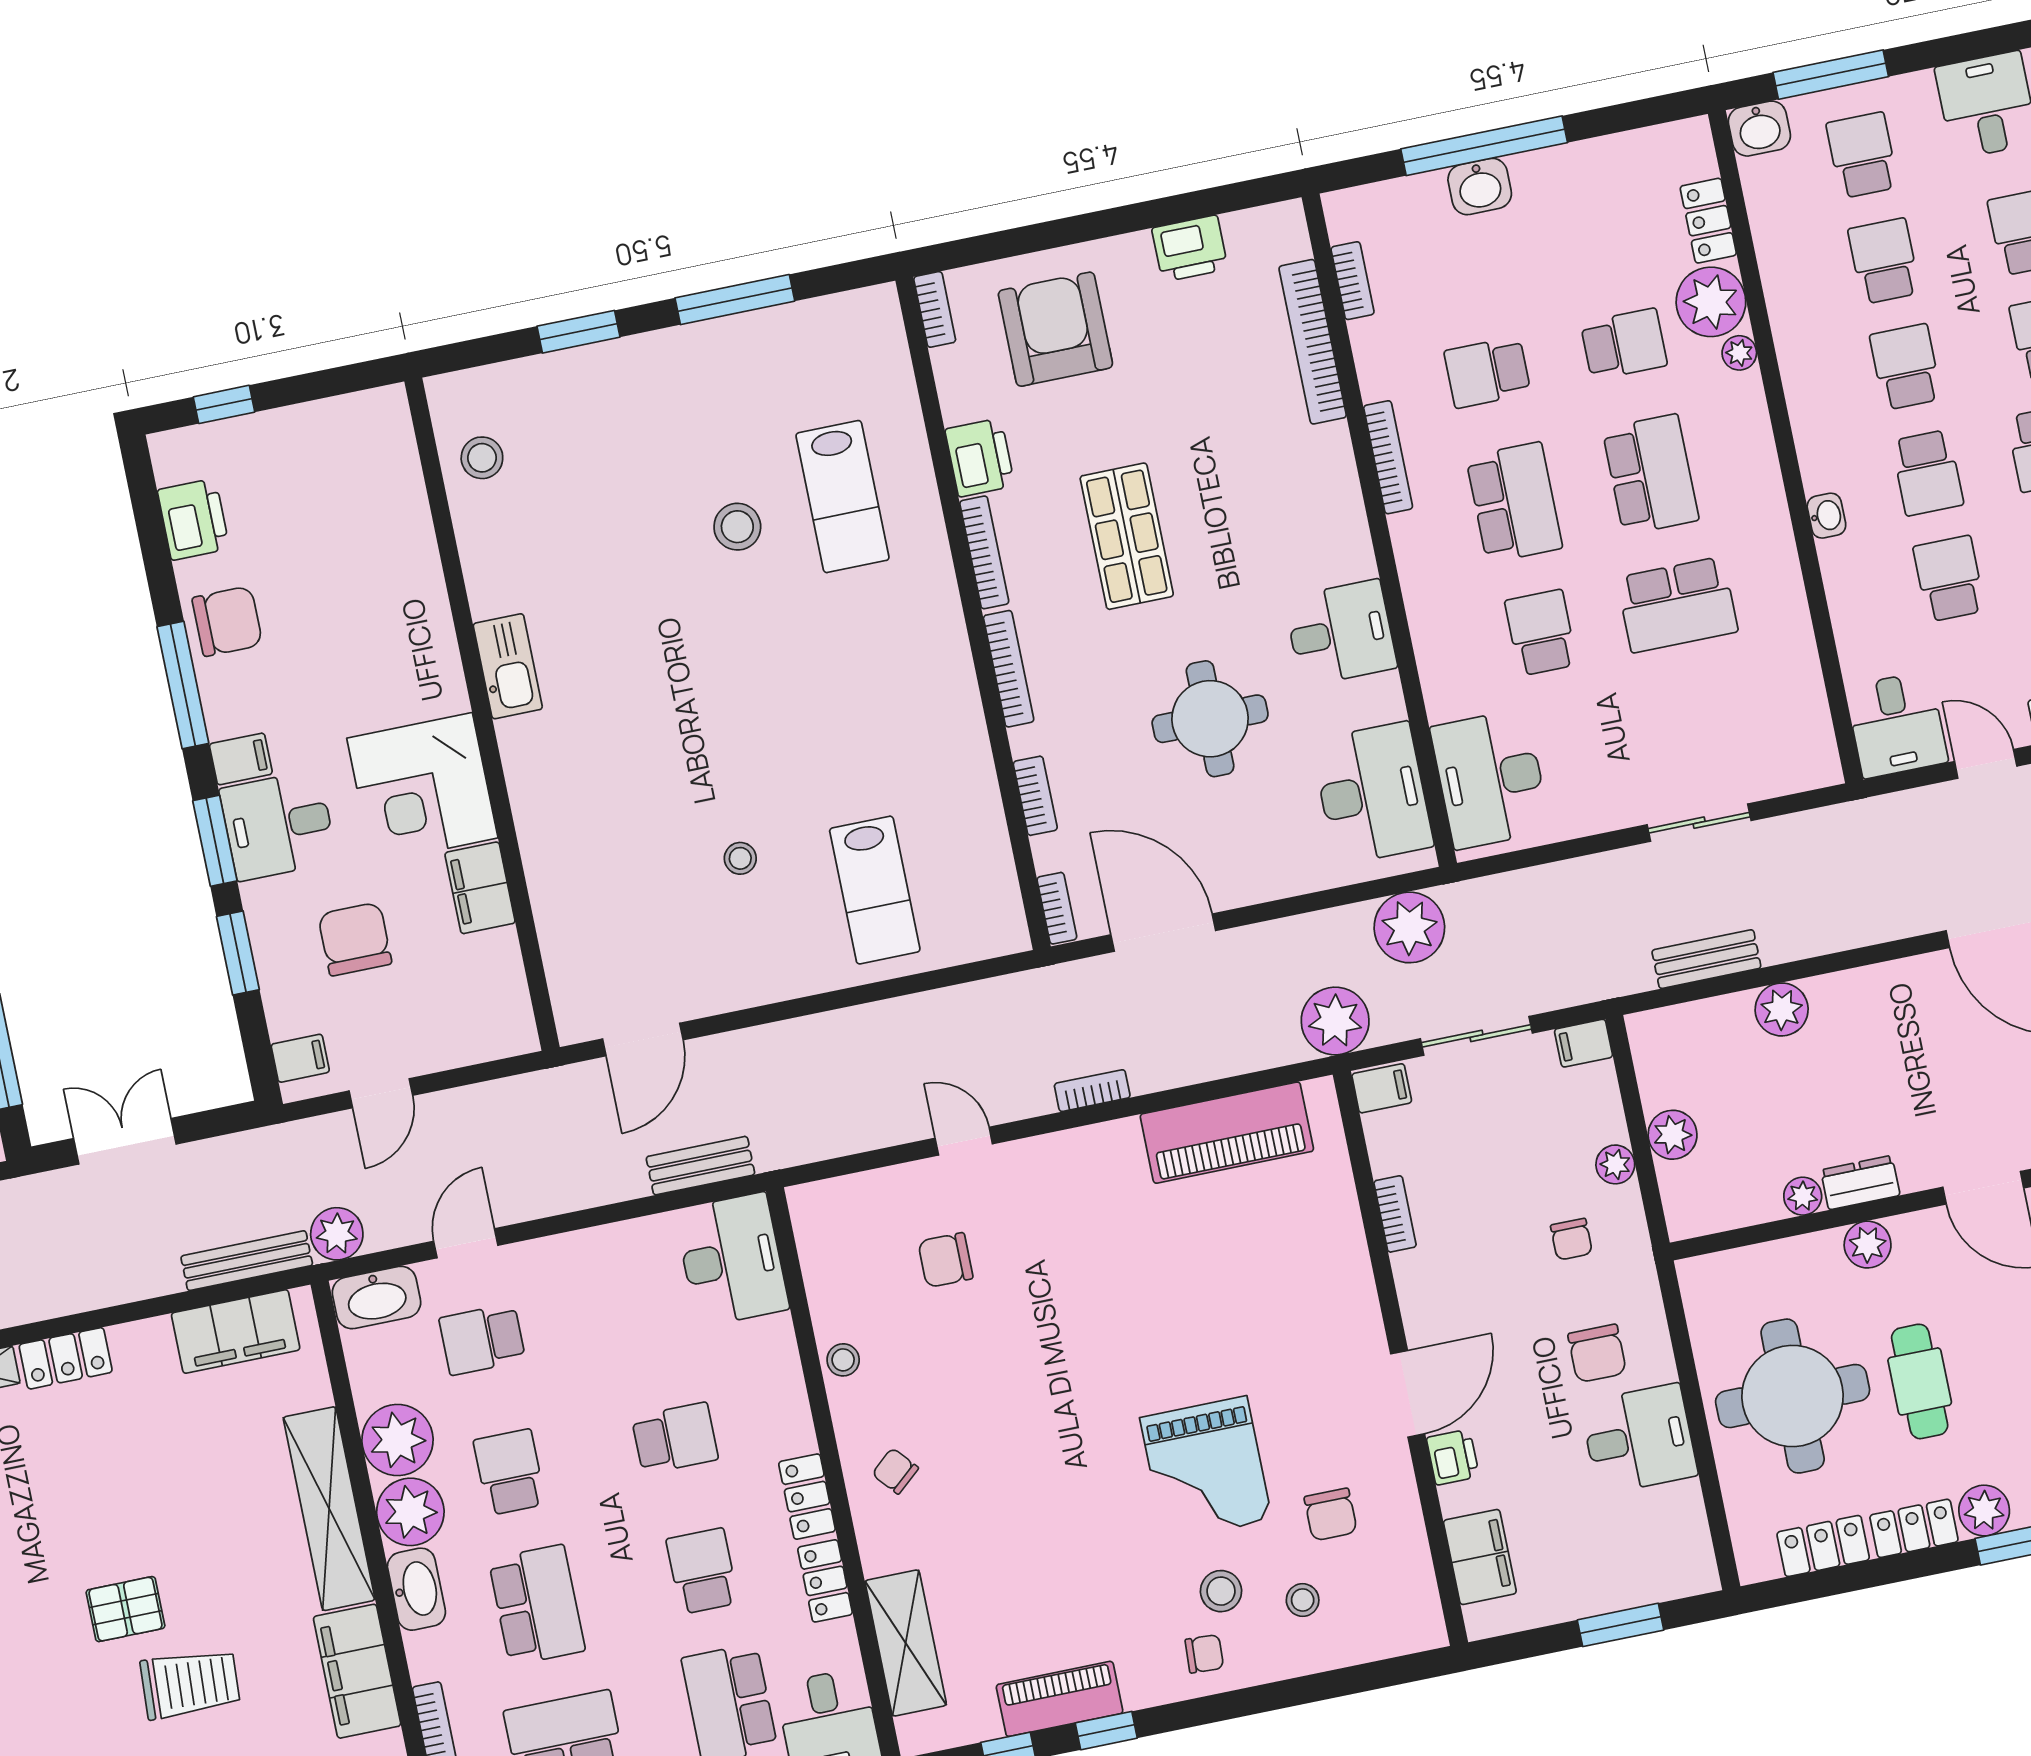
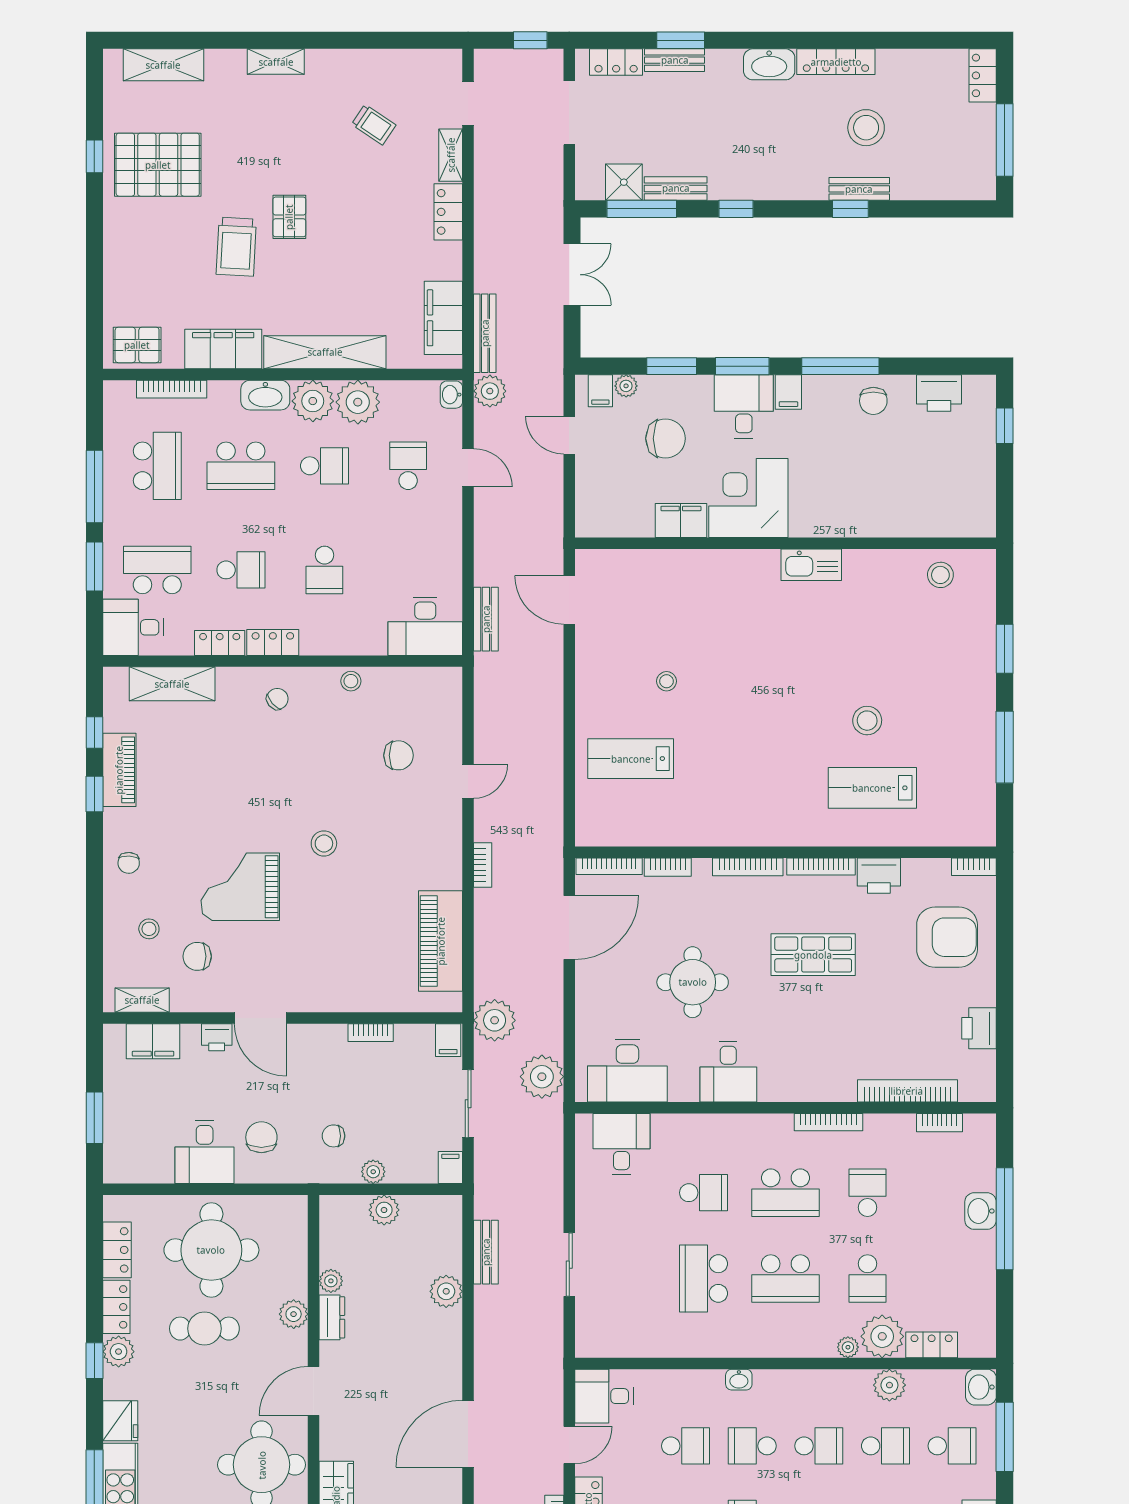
plant: (1786, 274) -> (889, 1385), added
chair: (227, 621) -> (873, 401), width x0.73, depth x0.73
desk: (1490, 779) -> (621, 1144), width x0.73
bookcase: (1057, 908) -> (609, 866), width x1.56
plant: (284, 1019) -> (626, 386), added
chair: (945, 1260) -> (399, 755), turned 90
washbasin: (376, 1298) -> (451, 395), width x0.52, depth x0.69
chair: (1597, 1353) -> (261, 1137), turned 90
shelving: (1418, 1588) -> (142, 1000), added
stool: (1221, 1591) -> (324, 843), moved

